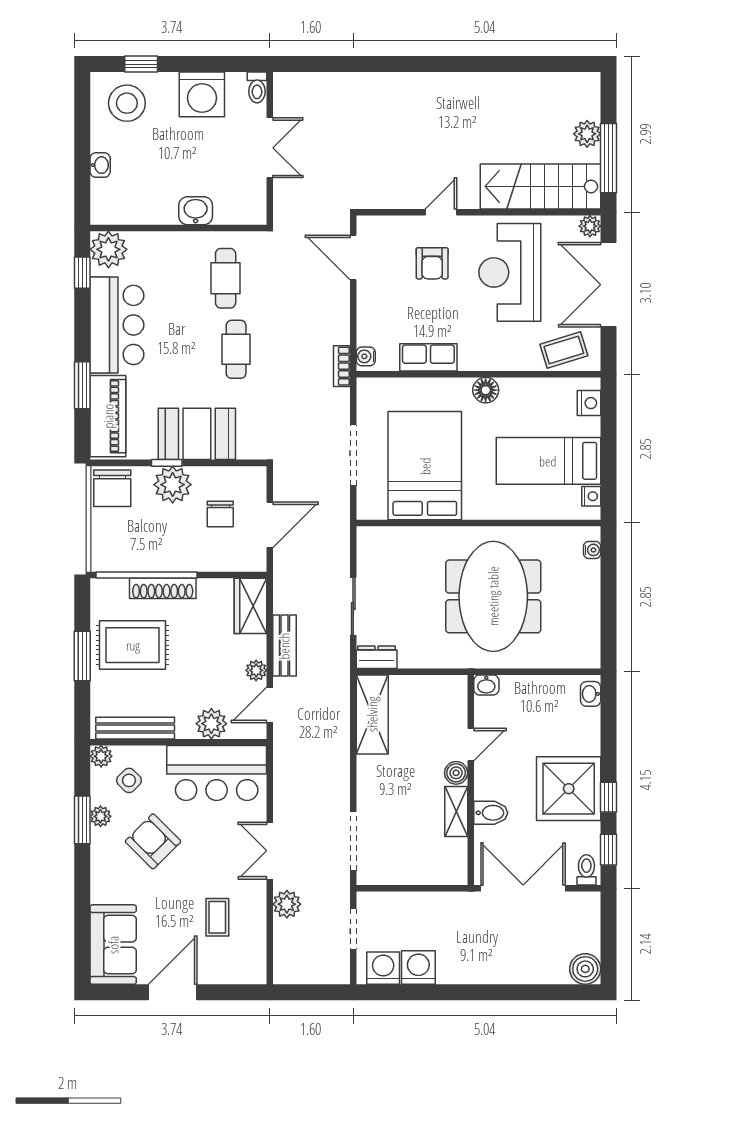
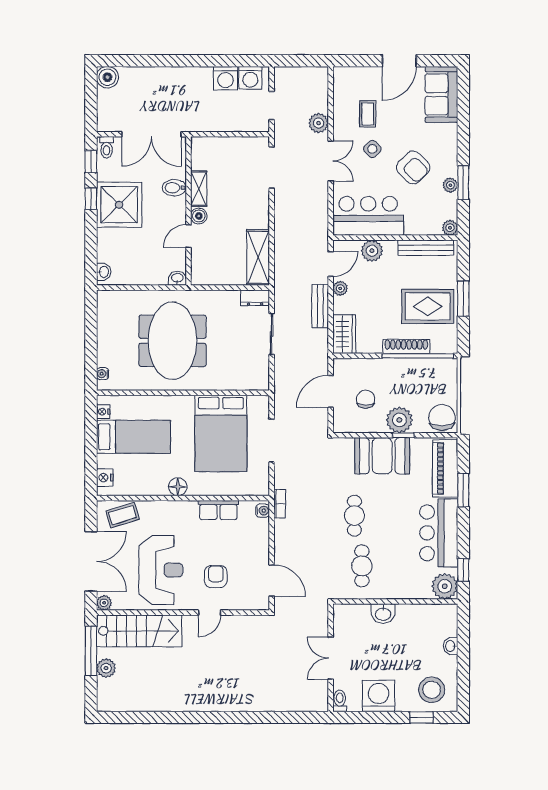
side table: (129, 780) -> (372, 149), moved

